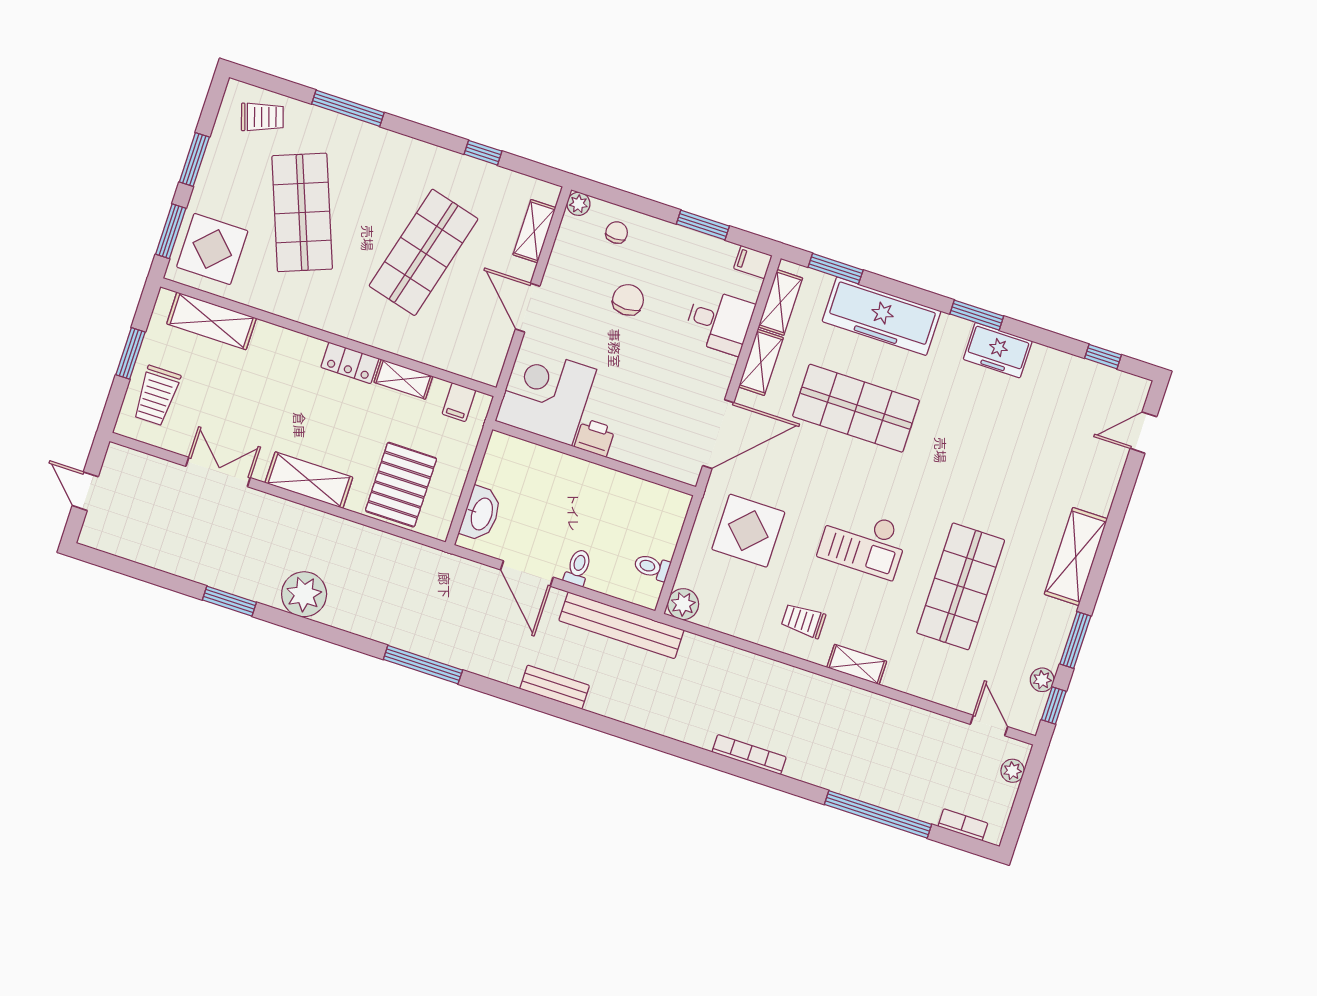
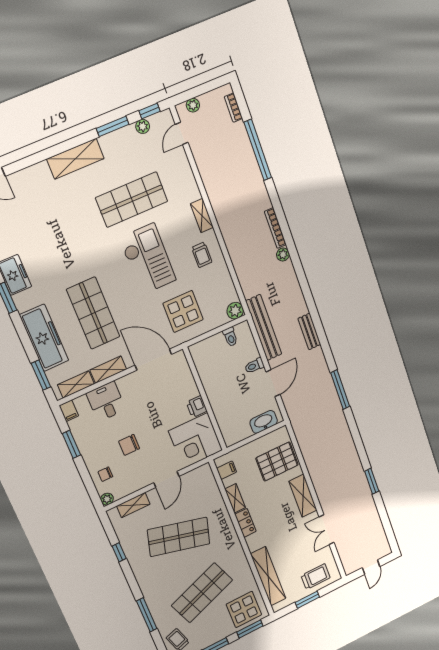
shelving: (212, 321) -> (268, 576), width x1.47
checkout: (863, 542) -> (148, 259), width x1.36, depth x1.21
plant: (304, 594) -> (283, 254), moved, width x0.53, depth x0.53

